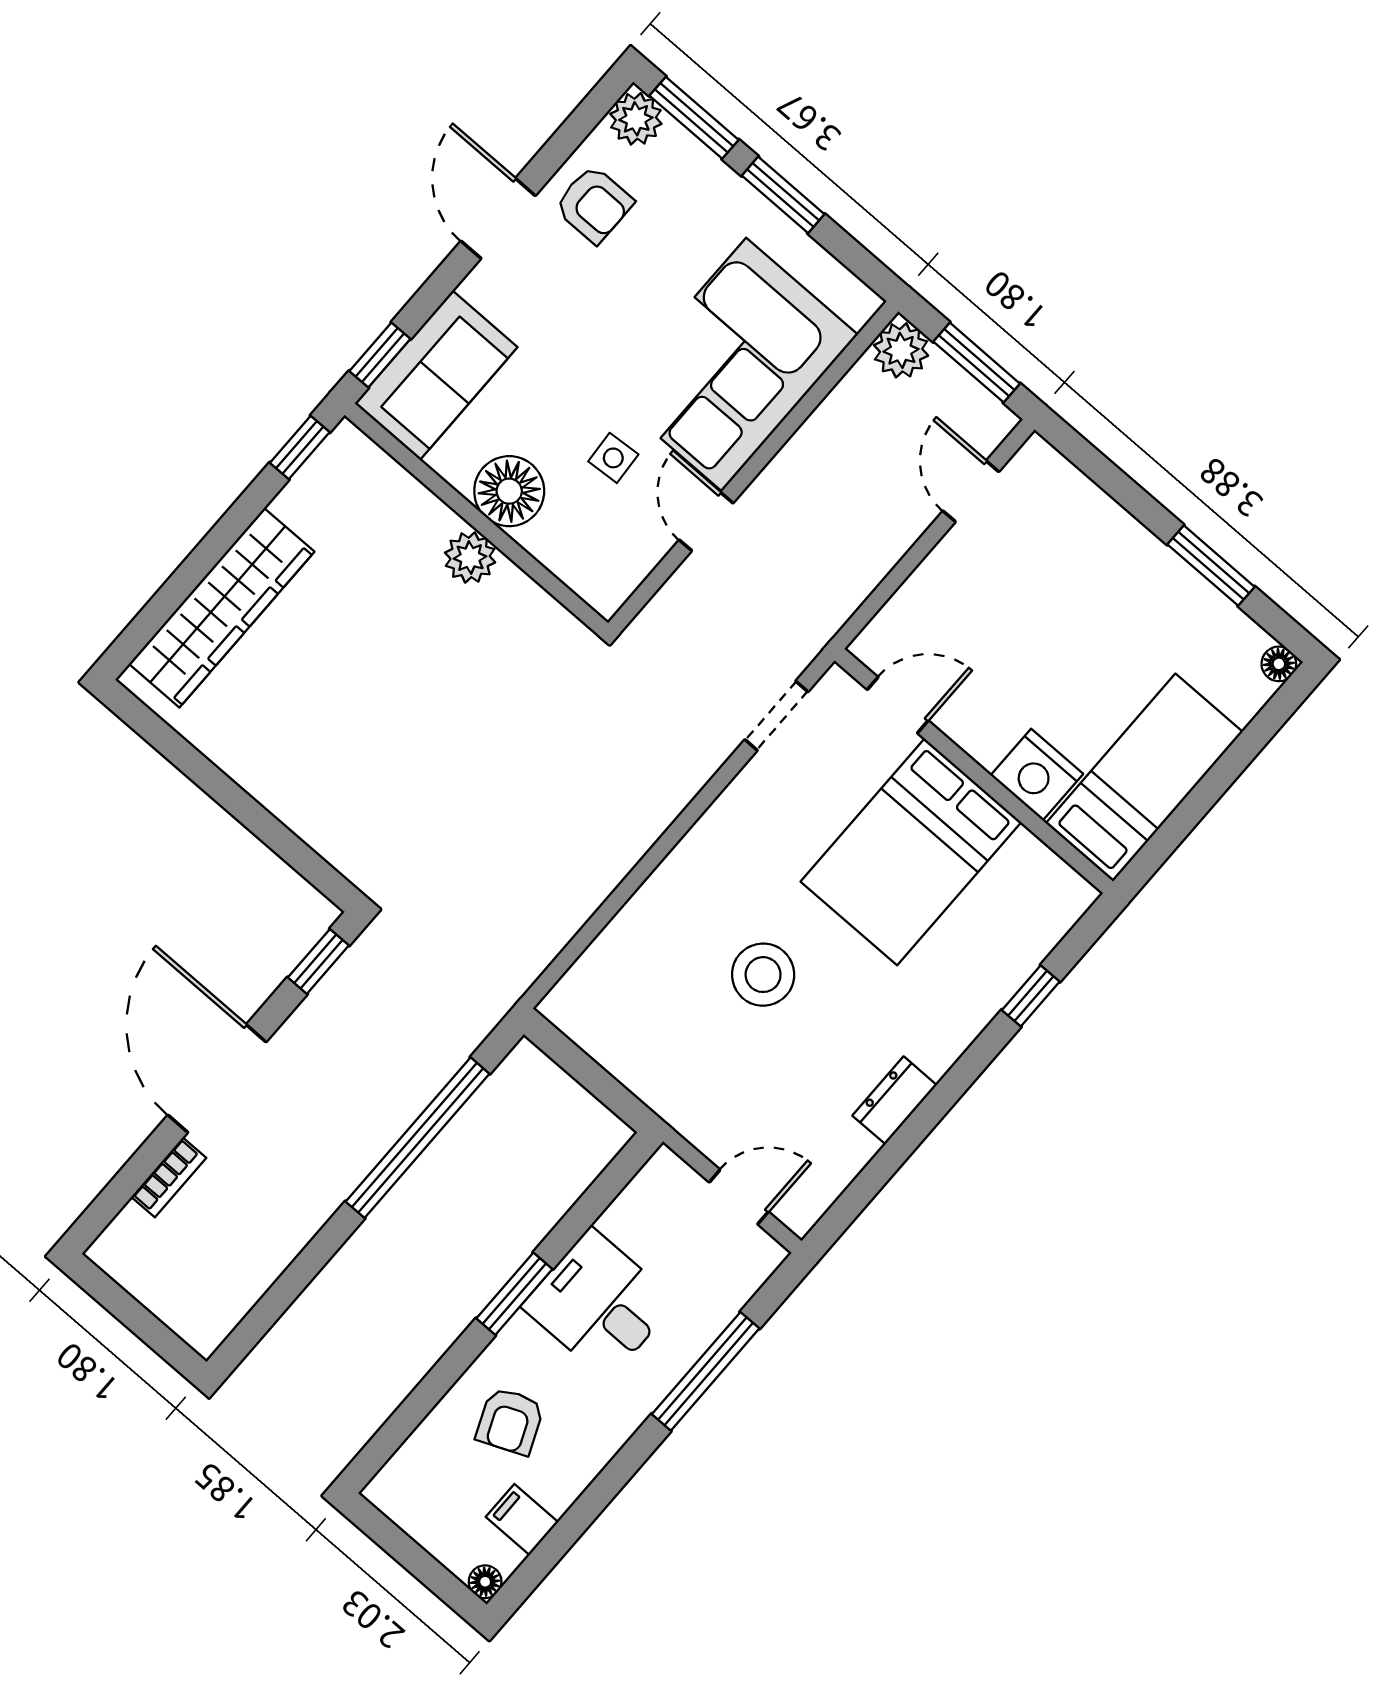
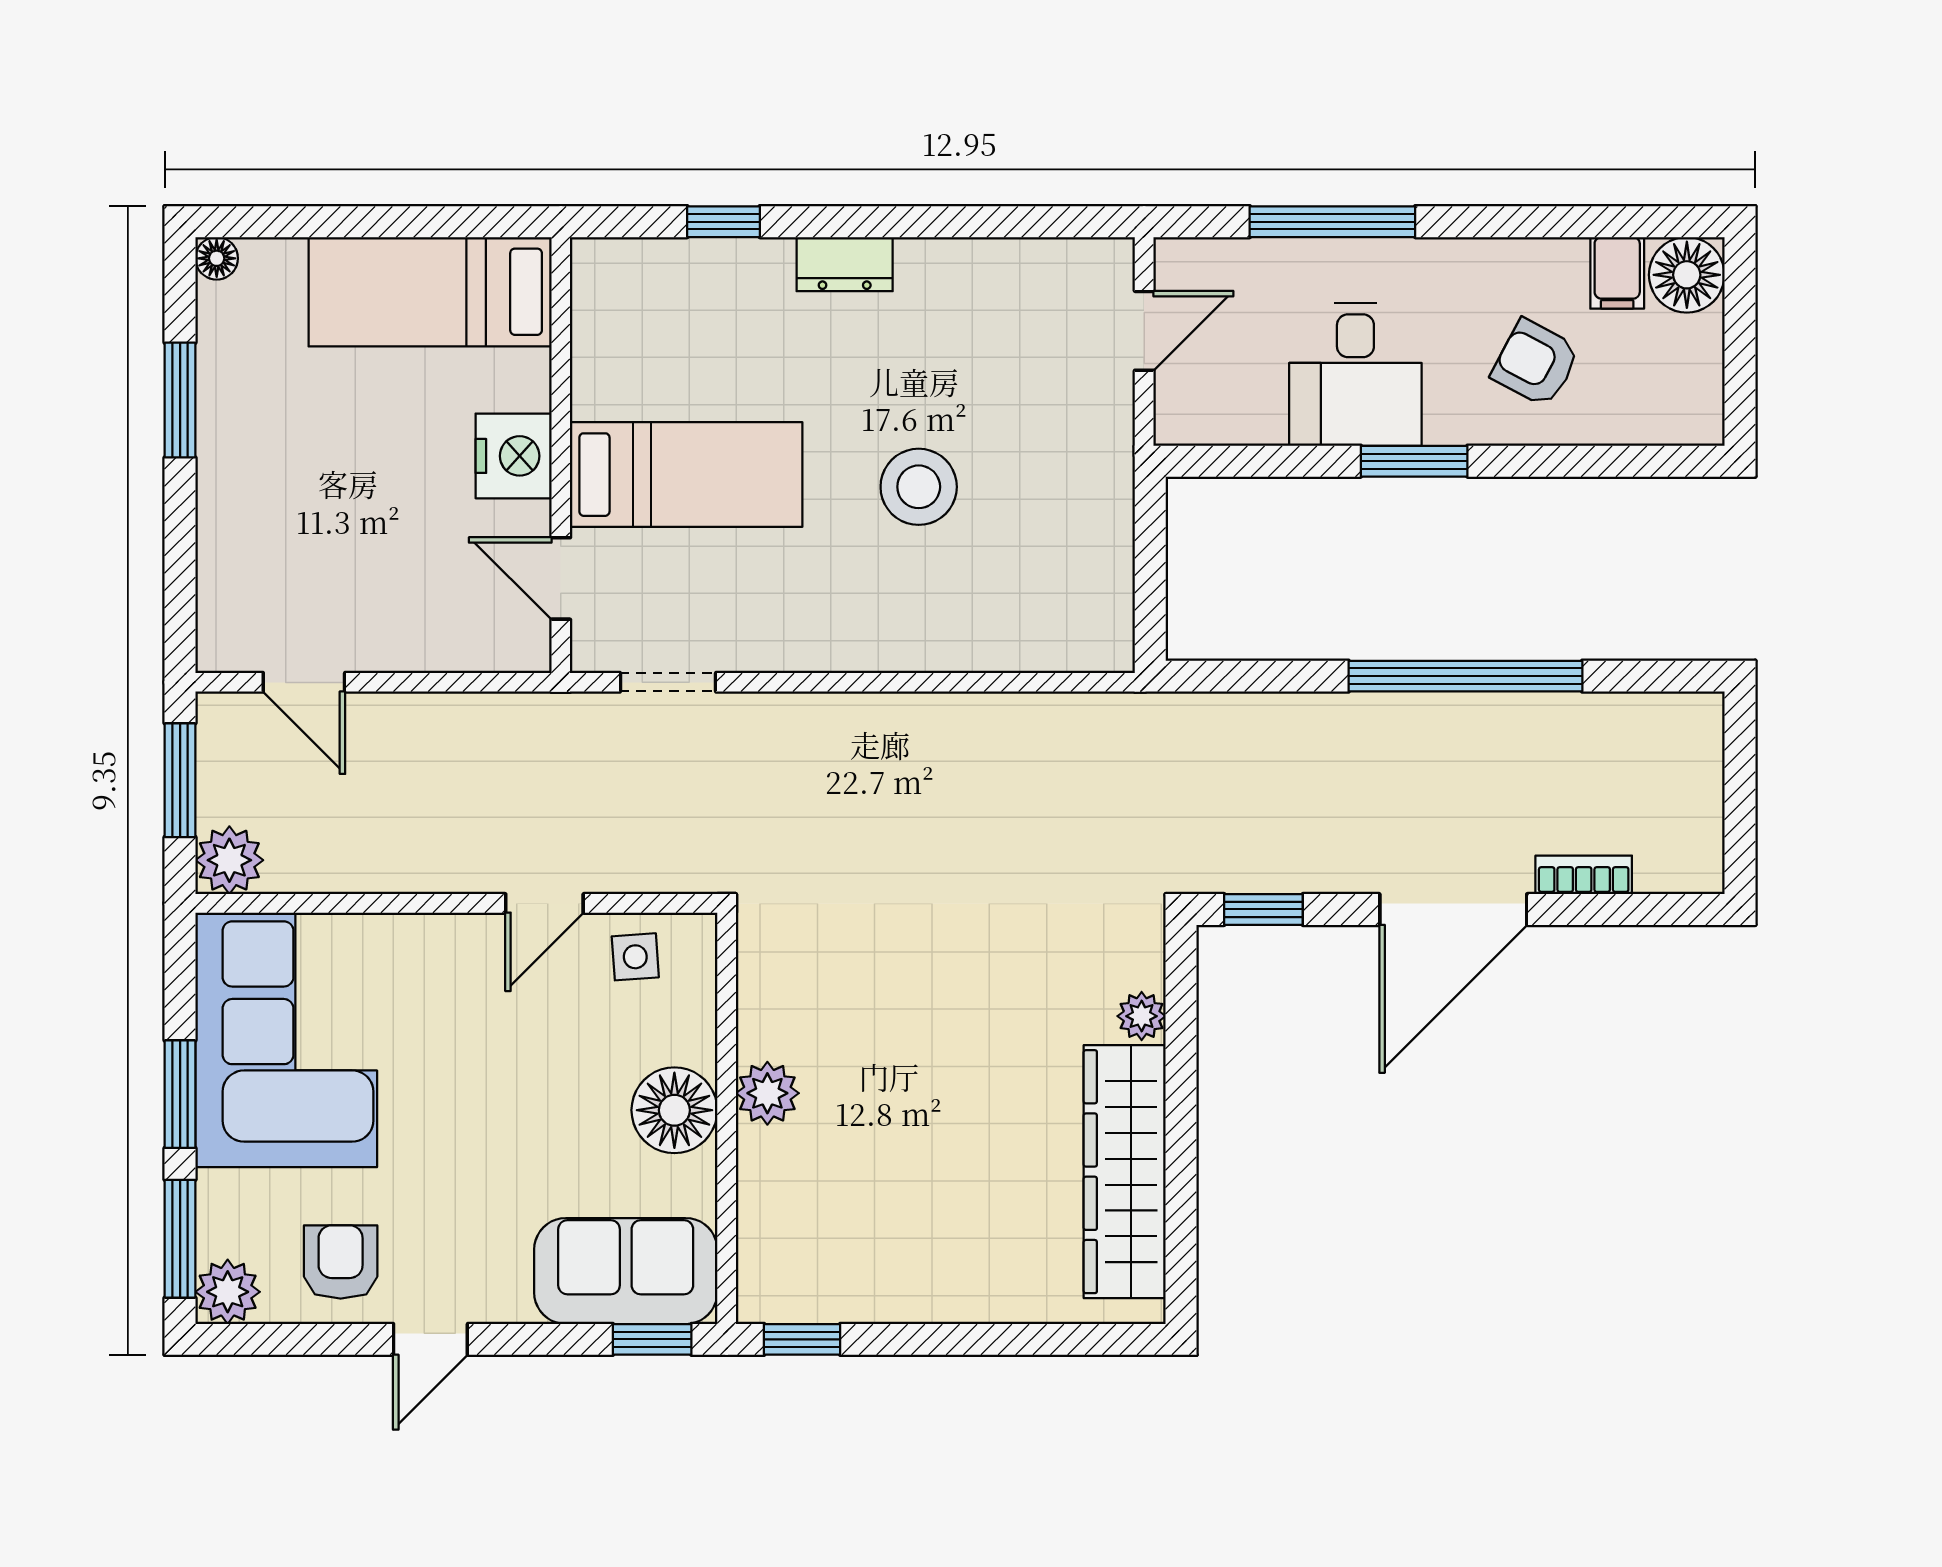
door: (498, 218) -> (430, 1339), width x0.73
corner sofa: (734, 365) -> (286, 1040), moved, turned -90
side table: (613, 458) -> (635, 957), moved
door: (971, 491) -> (304, 682), hinge flipped
wardrobe: (222, 608) -> (1125, 1172), moved, turned -90
nightstand: (1037, 775) -> (514, 456), moved
plant: (318, 829) -> (1142, 1016), added
bed: (911, 852) -> (686, 475), width x0.67
dresser: (895, 1100) -> (845, 264), moved
window: (418, 1138) -> (1465, 676), moved
door: (739, 1197) -> (1144, 331), swing flipped
armchair: (510, 1421) -> (1536, 363), turned -129
floor lamp: (485, 1582) -> (1687, 275), width x1.89, depth x1.89

